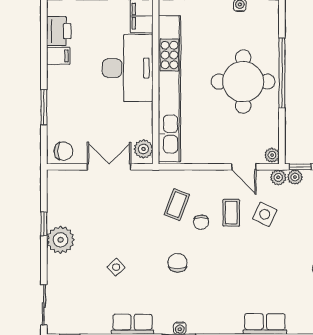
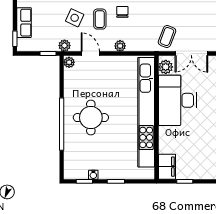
desk: (128, 68) -> (177, 100), moved
round table: (243, 82) -> (91, 118), width x0.73, depth x0.73
plant: (295, 177) -> (120, 46), moved
coffee table: (177, 205) -> (167, 37), moved

